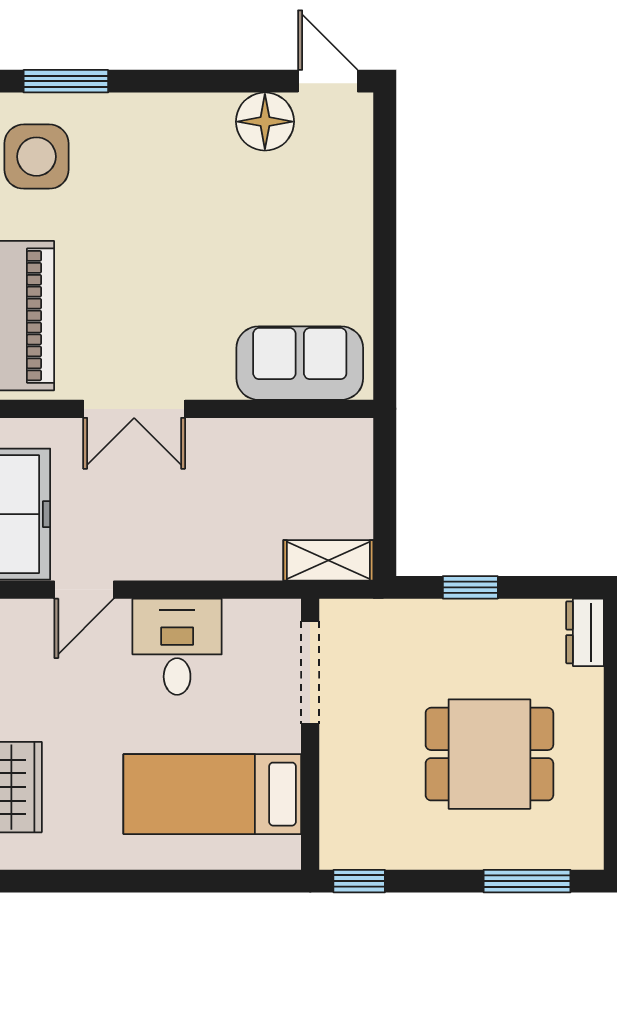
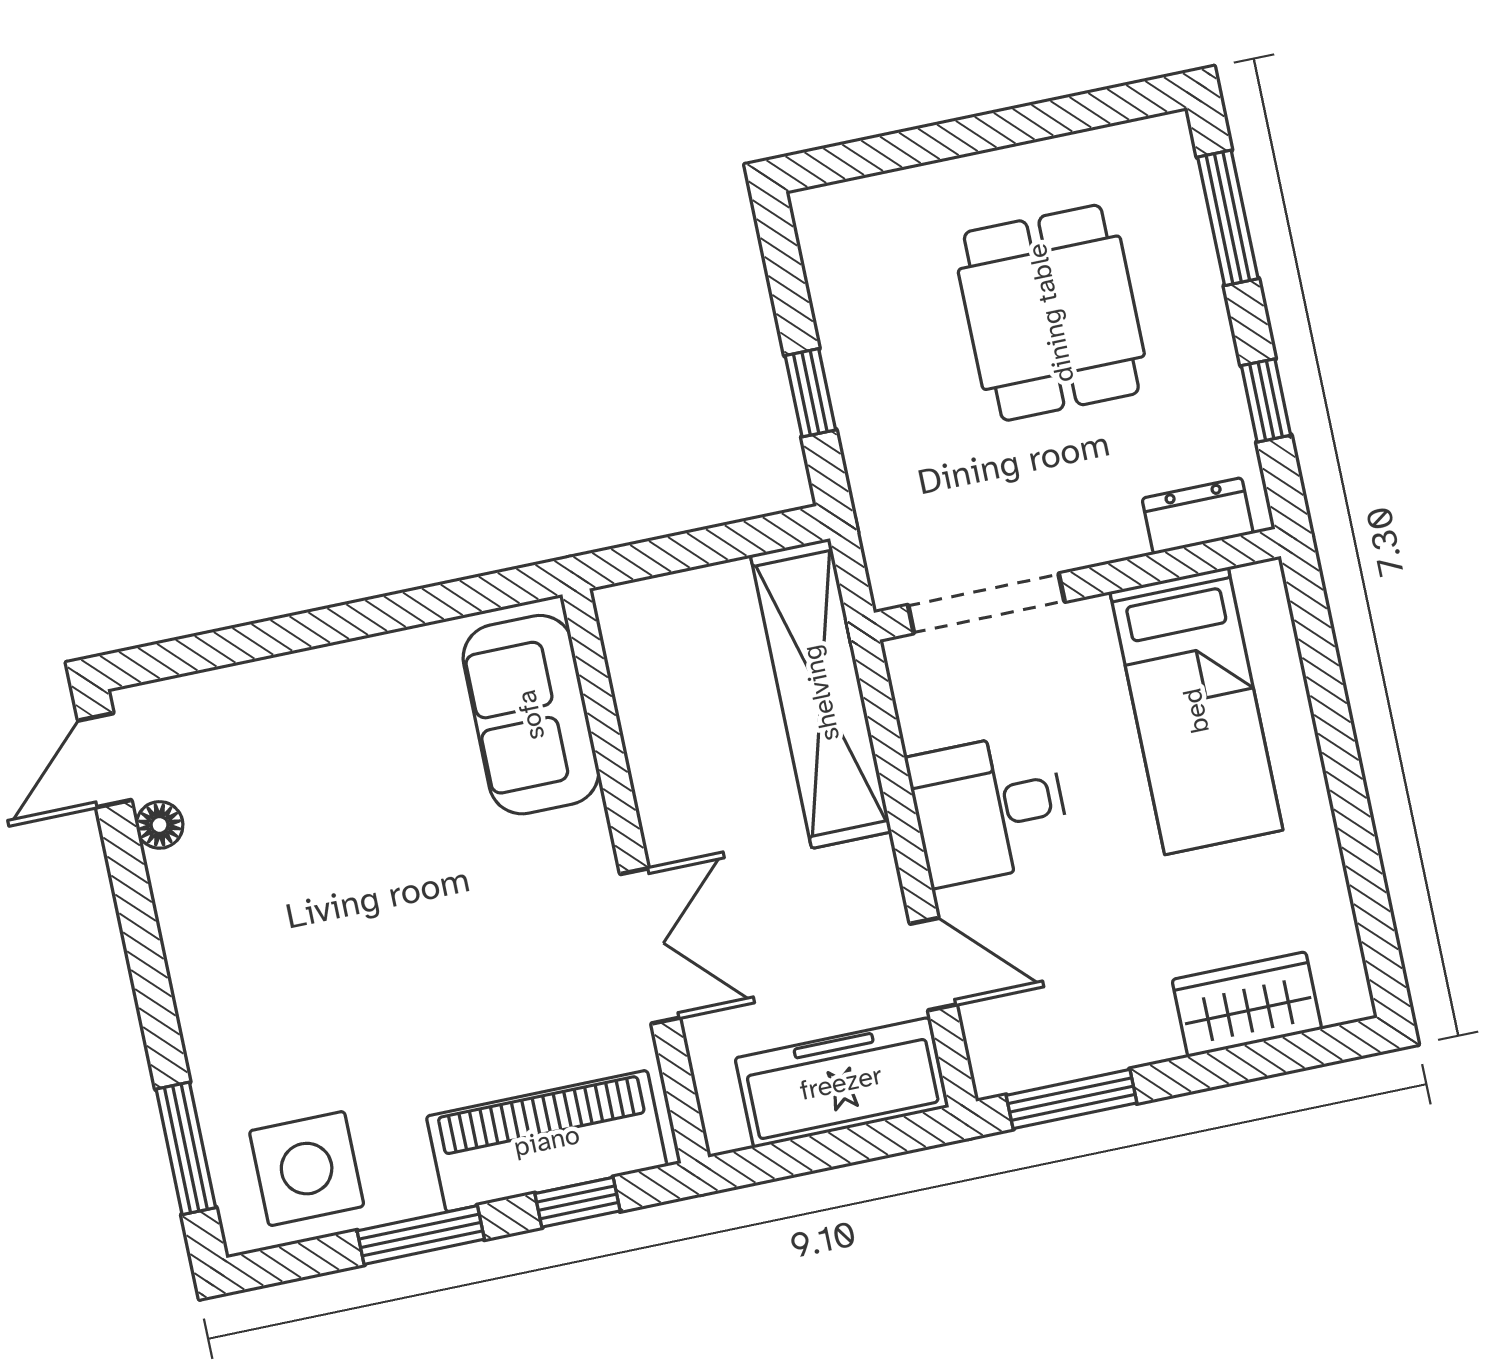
floor lamp: (265, 122) -> (160, 825), width x0.53, depth x0.53
shelving: (328, 560) -> (821, 693), width x2.20, depth x1.33
dresser: (585, 632) -> (1198, 516), moved, turned 180
window: (359, 881) -> (1266, 400), moved

